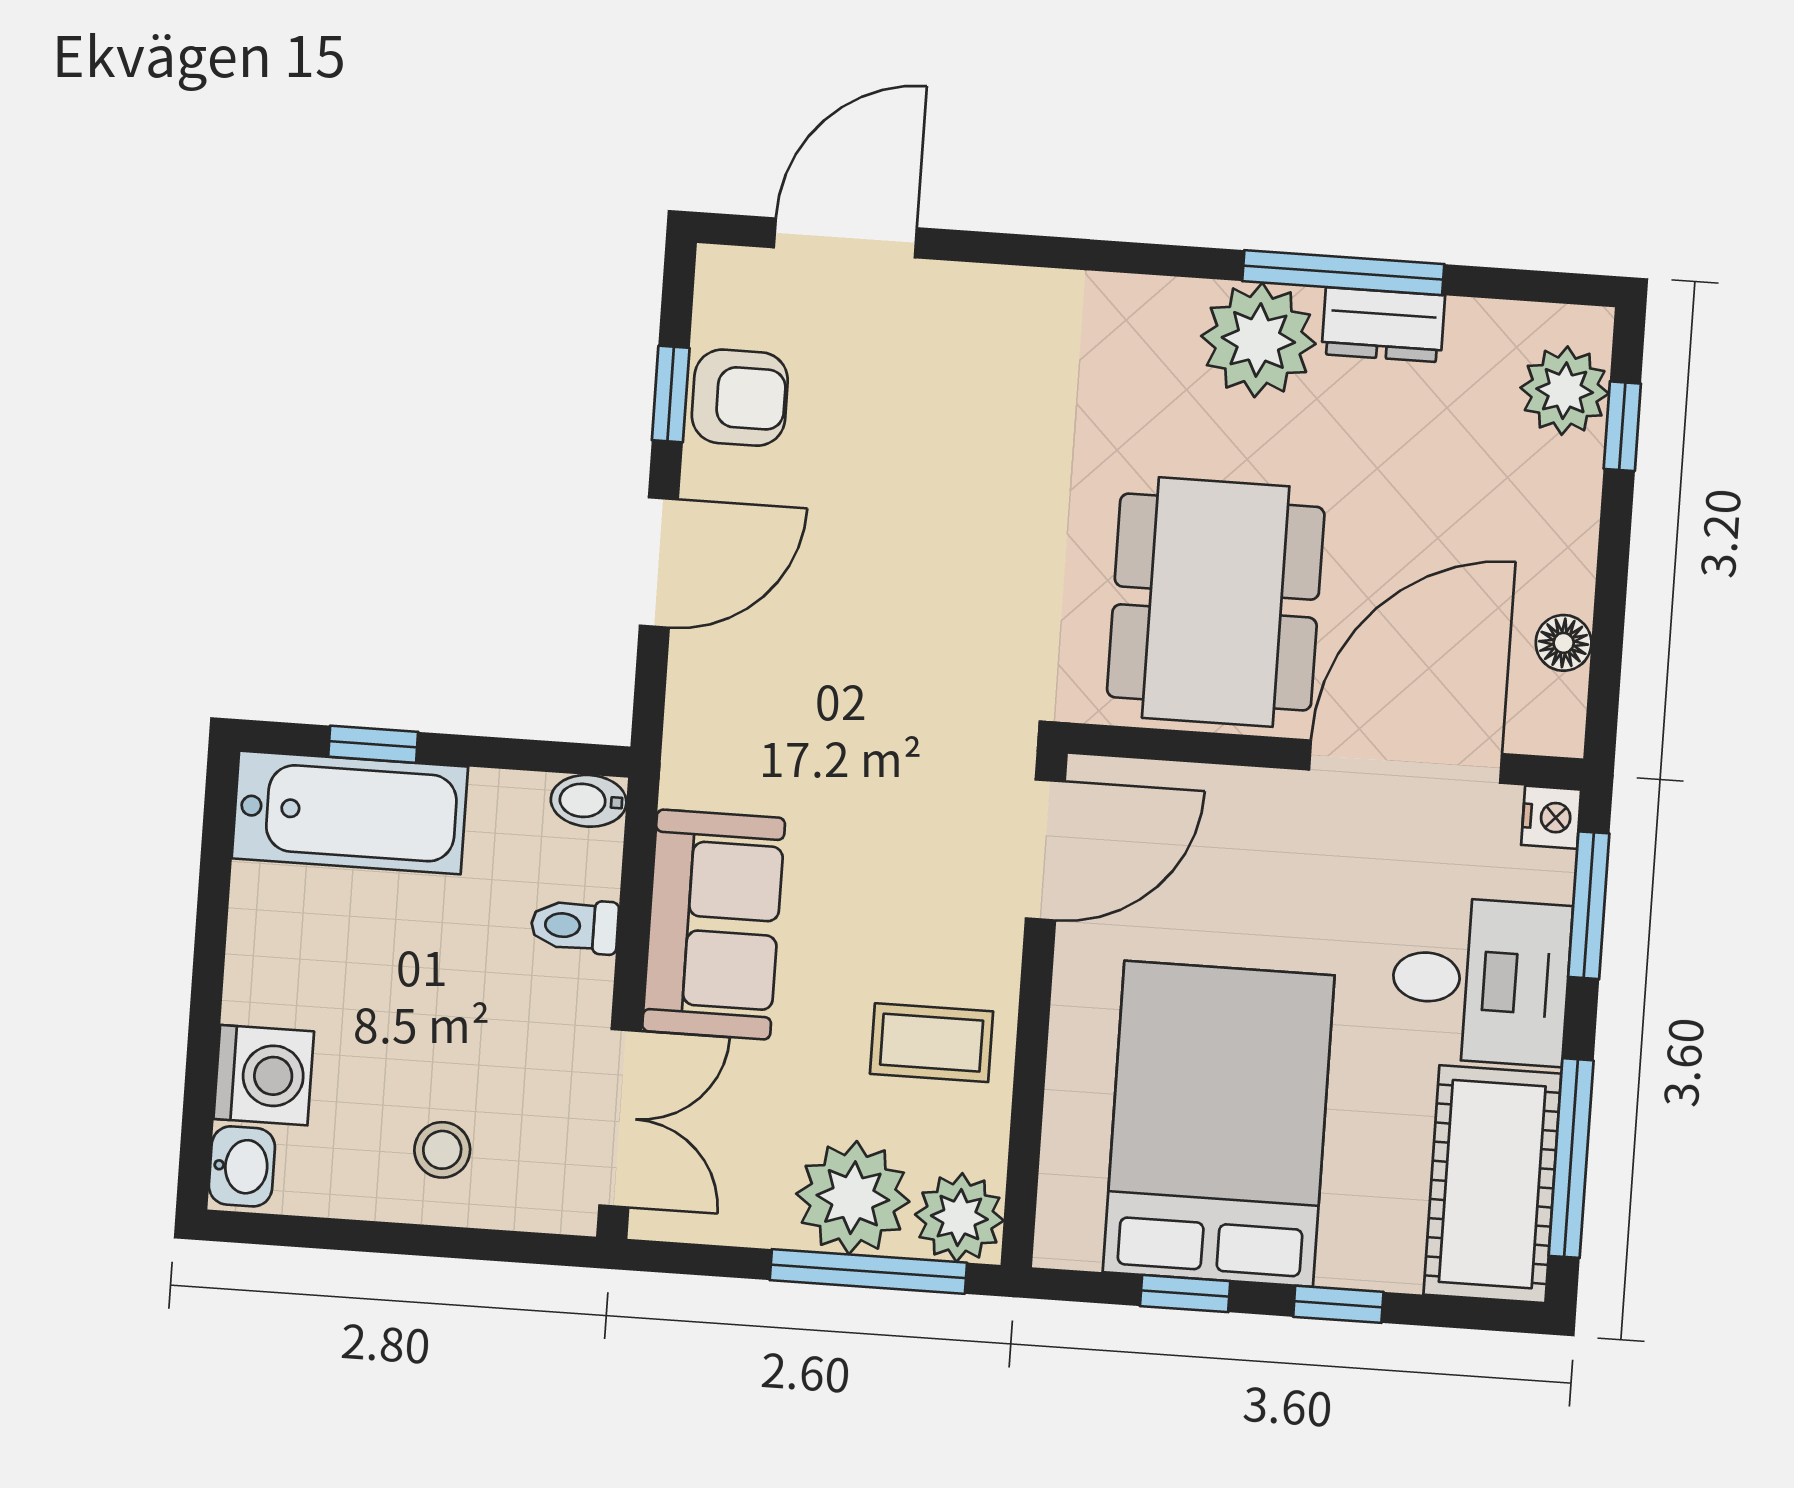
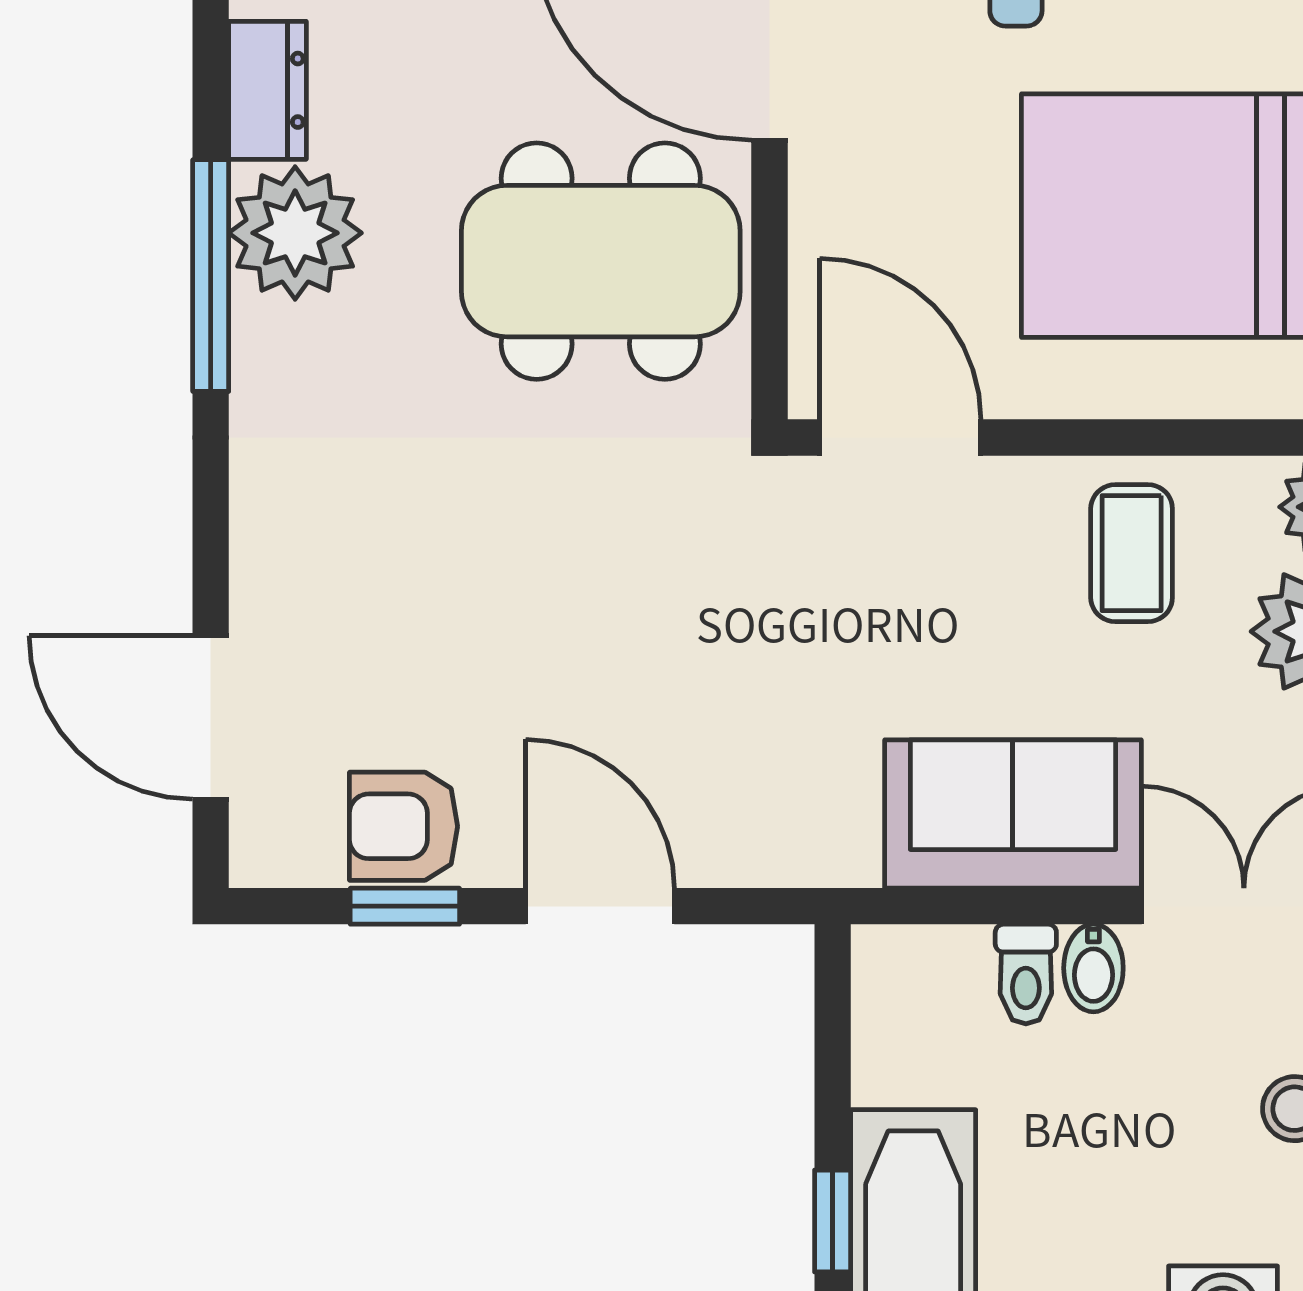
window: (1343, 273) -> (211, 276), moved
armchair: (740, 398) -> (403, 826), turned -90
bidet: (589, 801) -> (1093, 968), moved

